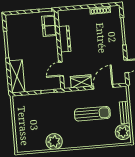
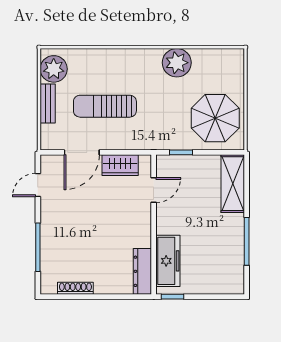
freezer: (49, 26) -> (168, 261), width x1.40
dresser: (65, 39) -> (142, 271), moved
parasol: (30, 112) -> (215, 118), added

